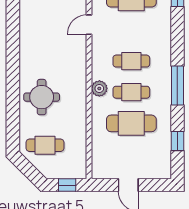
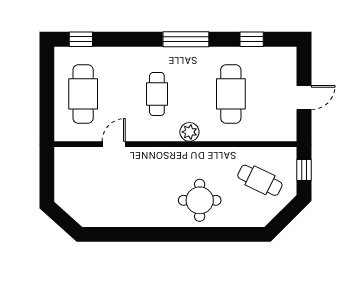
door: (89, 25) -> (114, 144), swing flipped
cafe table: (131, 92) -> (194, 94), removed
cafe table: (45, 145) -> (260, 180), moved, turned -64

